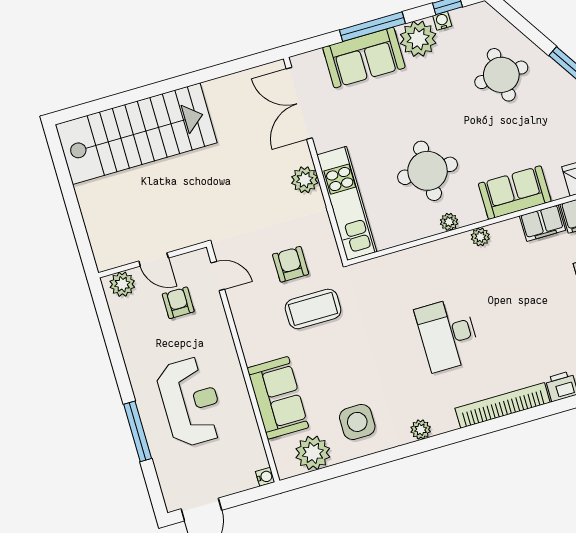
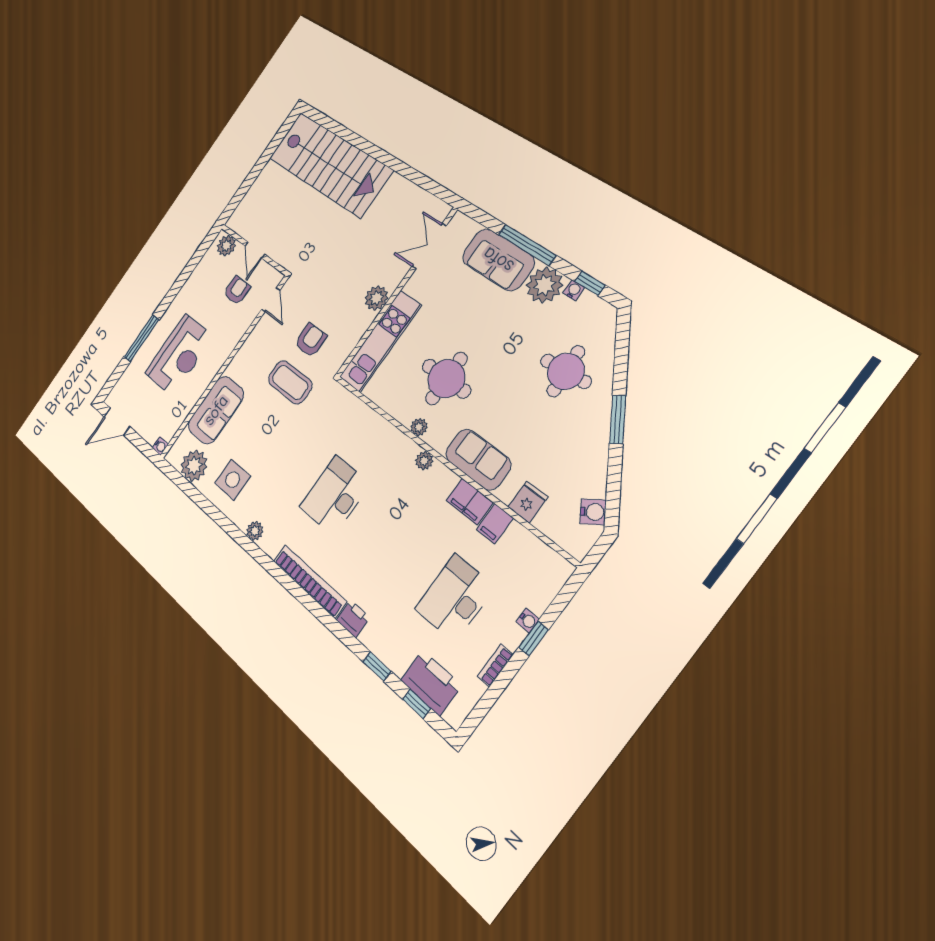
double door: (299, 103) -> (429, 246), width x0.73

